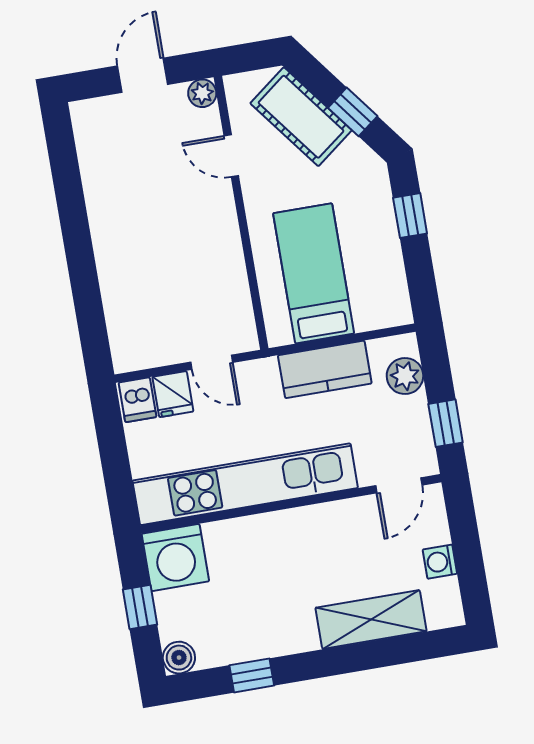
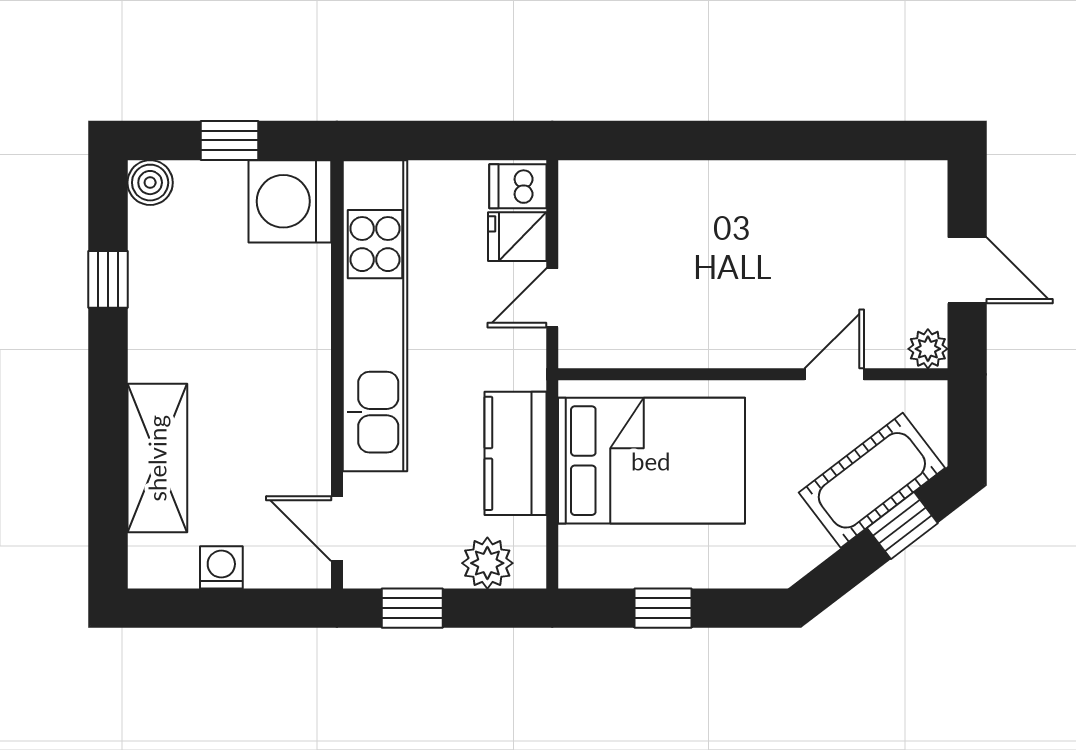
window: (353, 112) -> (902, 526), moved
window: (410, 216) -> (663, 608), moved
bed: (314, 273) -> (651, 461), width x1.50

